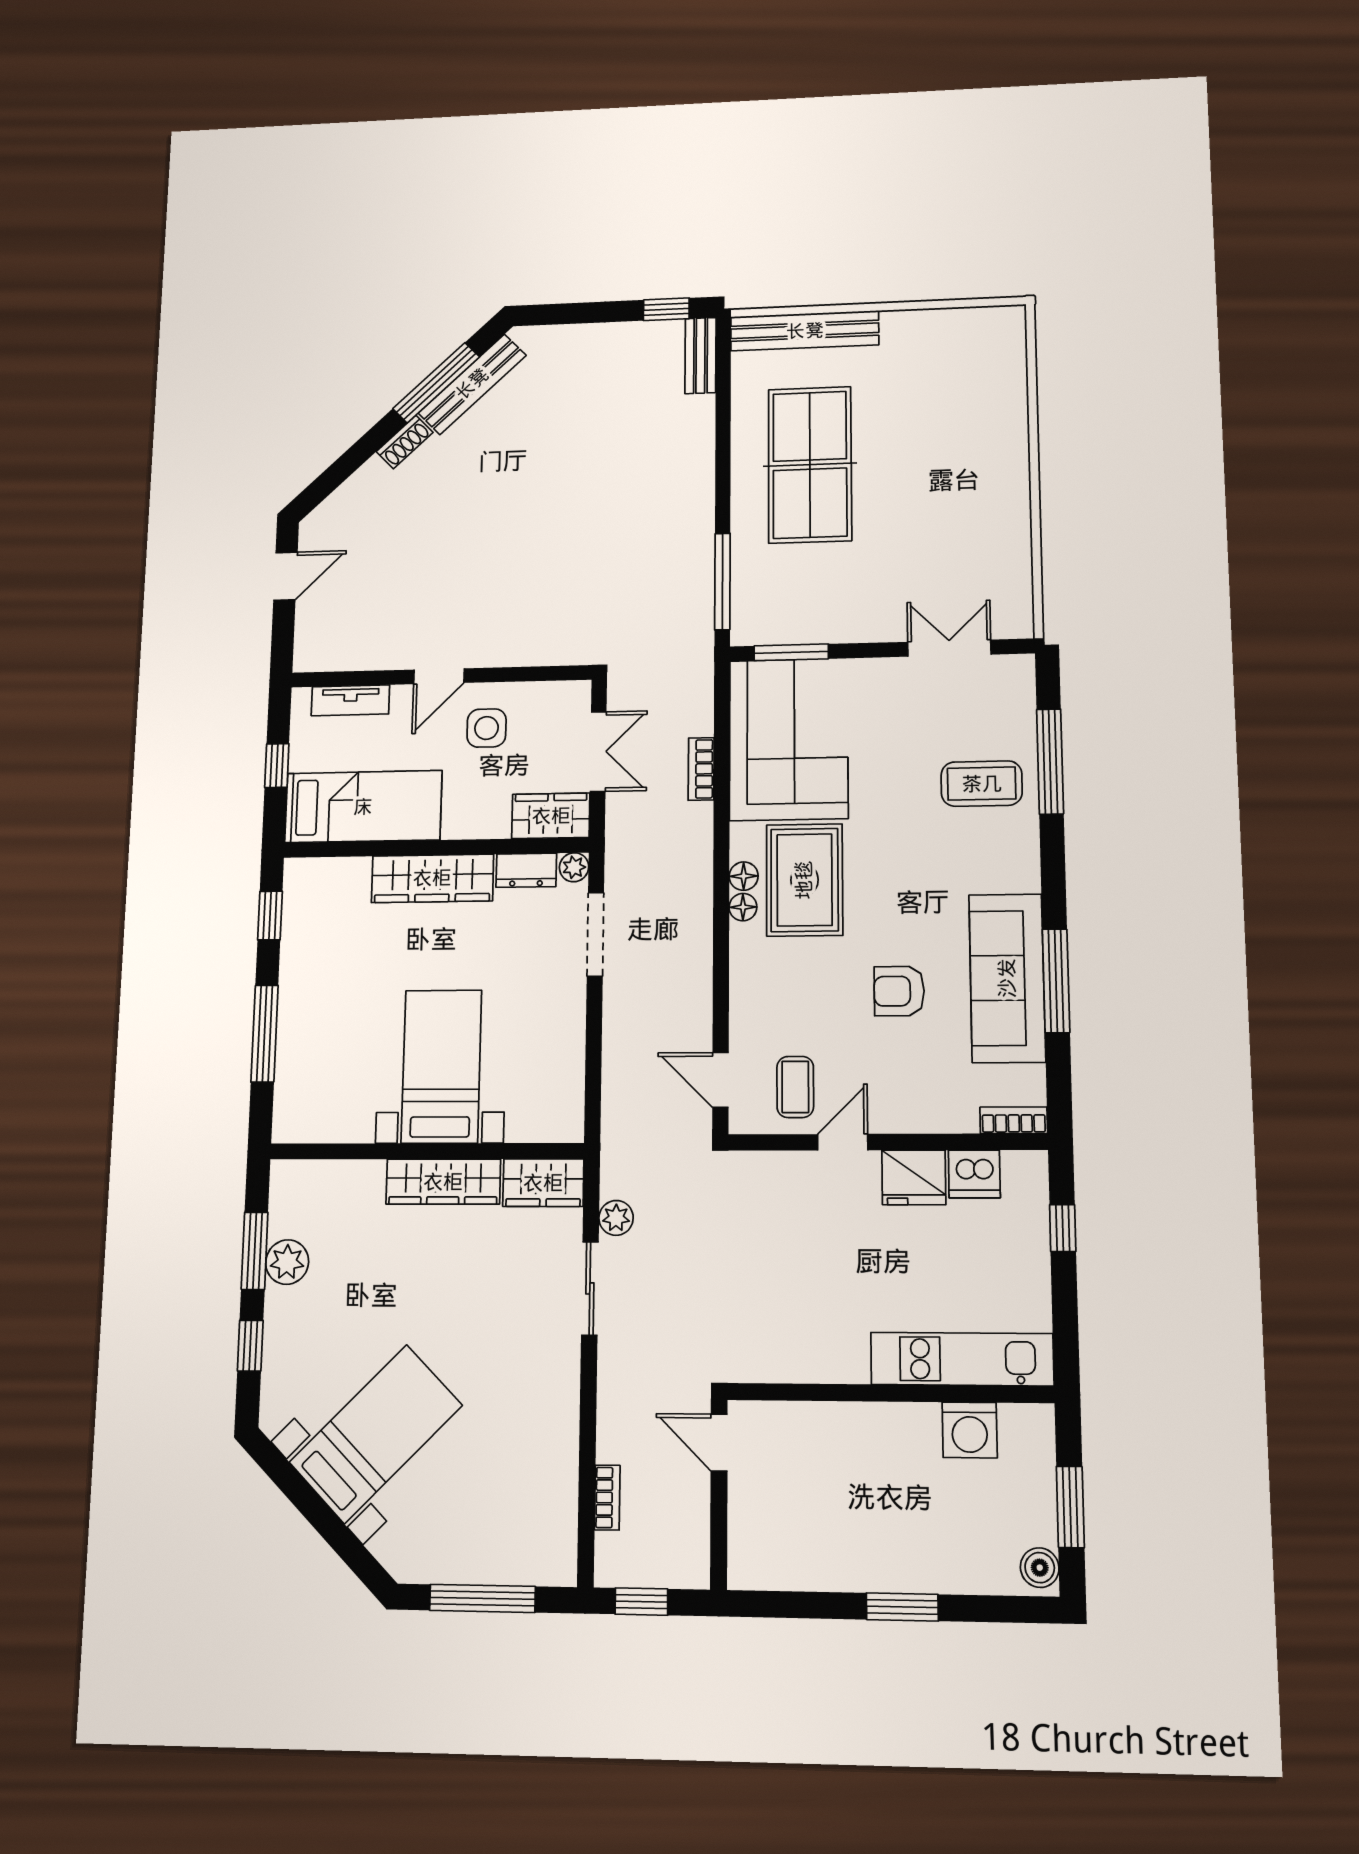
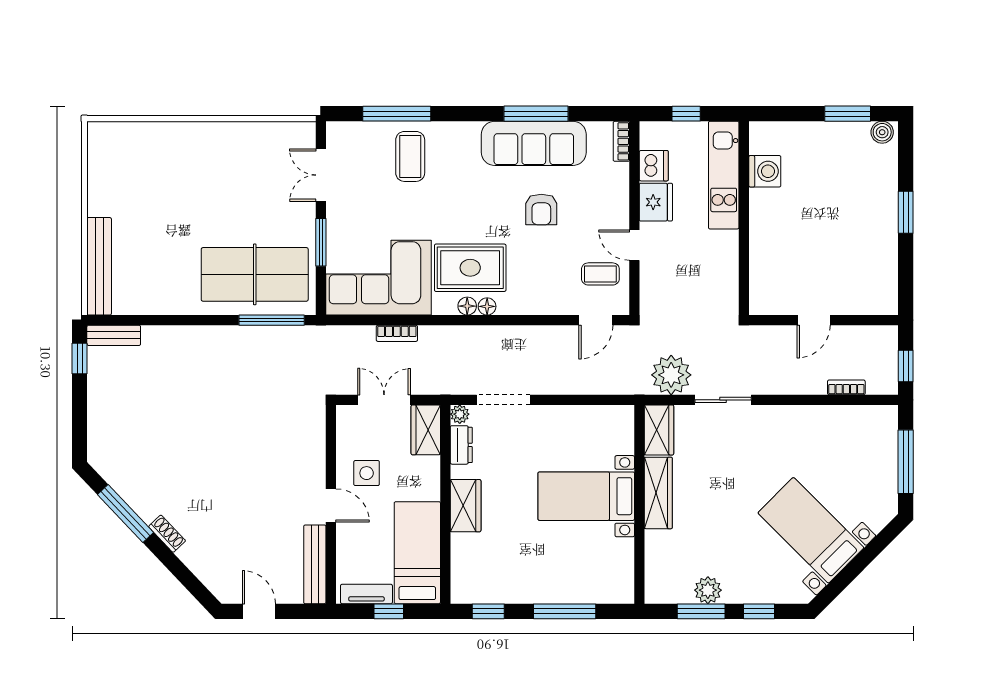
bench: (472, 384) -> (315, 564), moved, turned 44
table tennis table: (810, 465) -> (255, 274), moved
window: (791, 652) -> (321, 242), moved
tv unit: (350, 700) -> (366, 594), moved, turned -90
wardrobe: (432, 878) -> (466, 506), width x0.67
plant: (616, 1218) -> (671, 375), width x1.87, depth x1.87
kitchen unit: (962, 1359) -> (724, 175), moved
wall: (890, 1393) -> (744, 218), moved
washing machine: (970, 1430) -> (765, 171), moved

